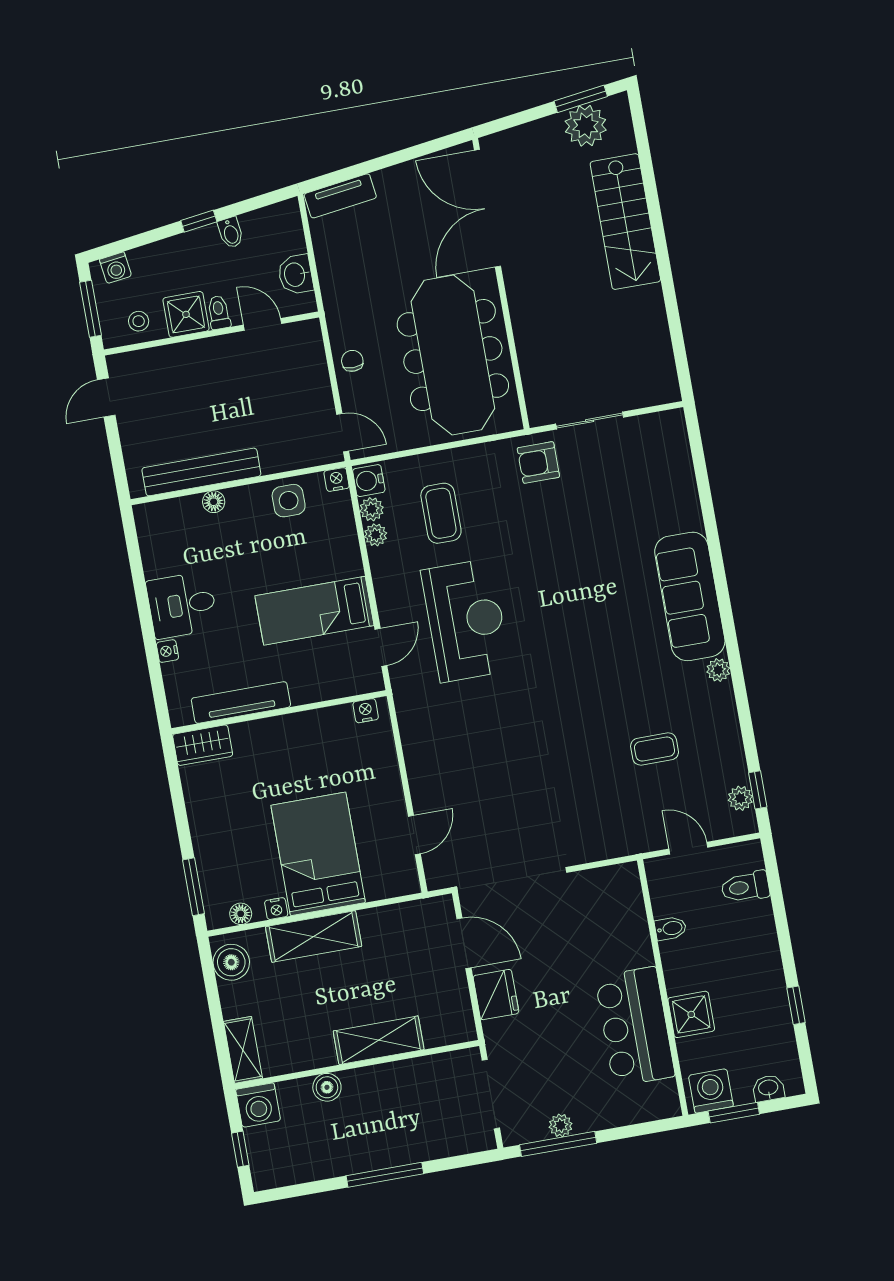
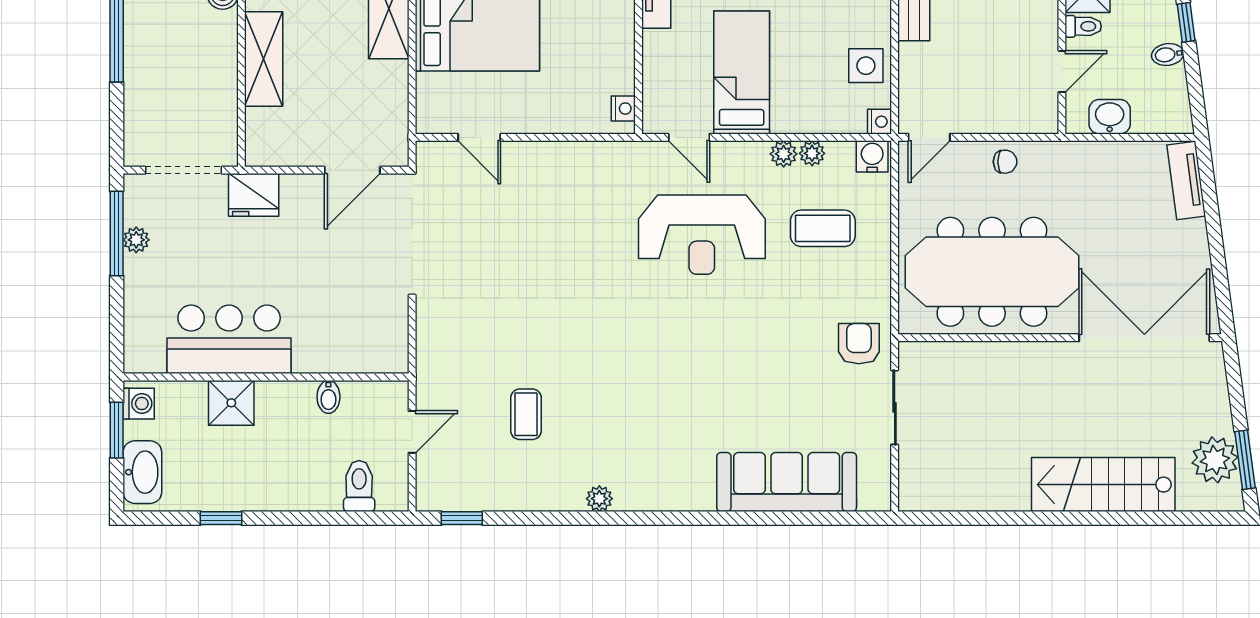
plant: (372, 509) -> (784, 154), moved
sofa: (690, 596) -> (787, 482), moved
plant: (740, 798) -> (456, 498), removed
fridge: (496, 995) -> (254, 195), moved
washbasin: (768, 1088) -> (142, 472), width x1.91, depth x1.45
washing machine: (711, 1091) -> (139, 404), width x0.73, depth x0.73

